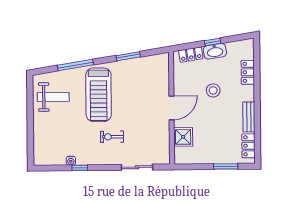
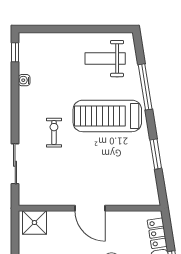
weight bench: (53, 97) -> (105, 59), turned 90
shower: (183, 137) -> (34, 223), moved
window: (80, 168) -> (15, 52), moved

